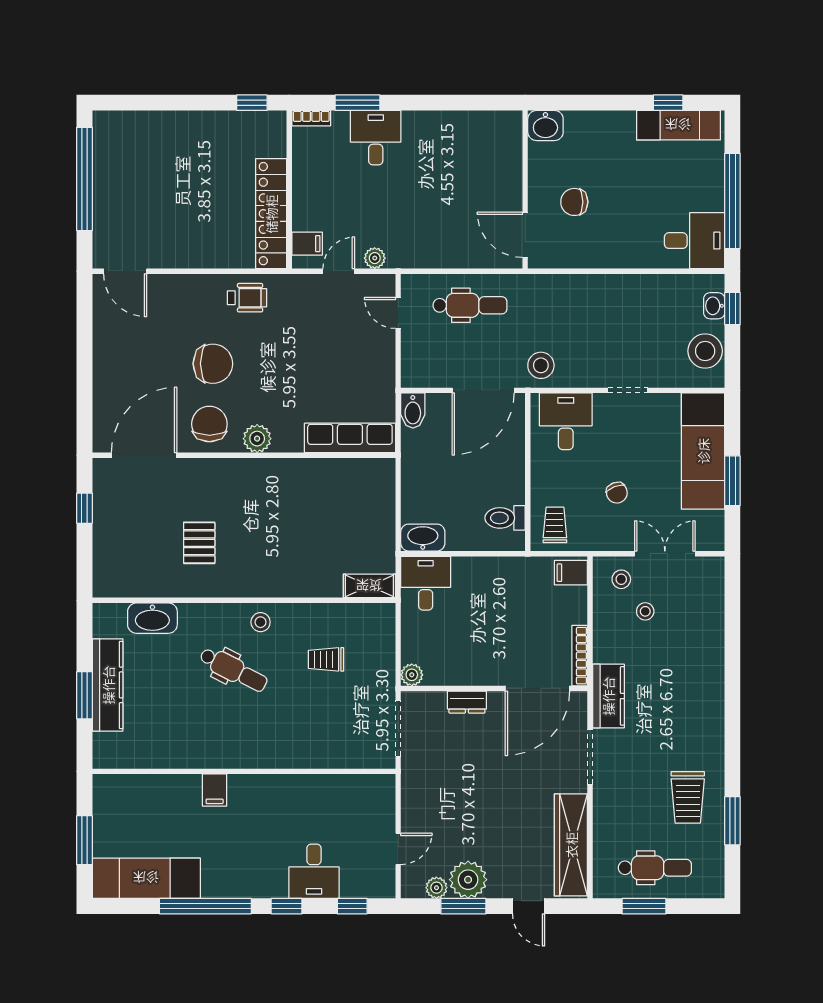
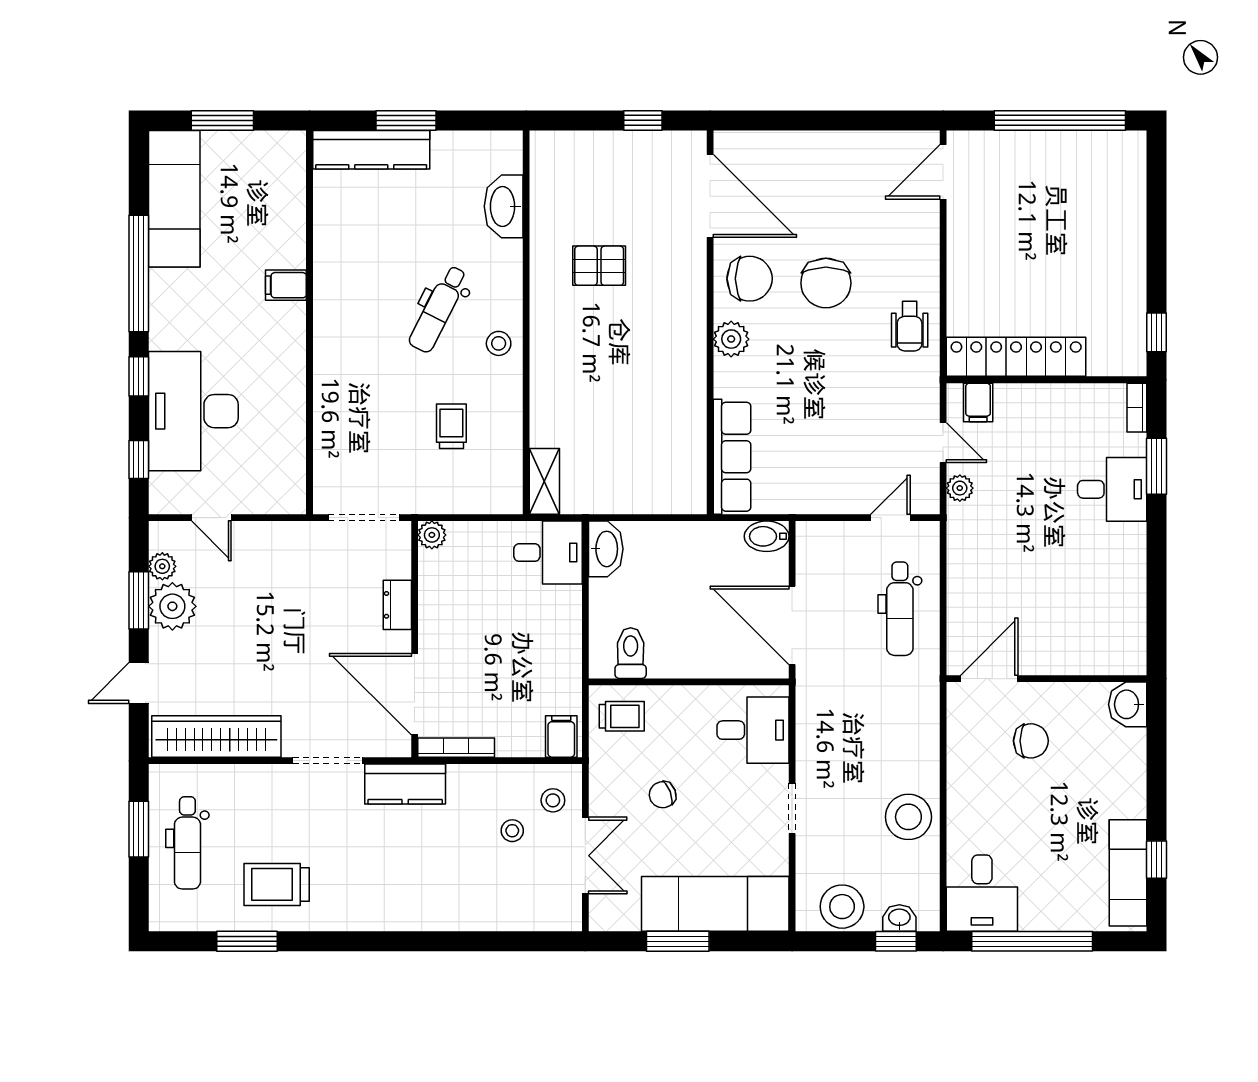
chair: (574, 202) -> (1031, 741), turned 90
stool: (541, 365) -> (908, 817), moved, width x1.38, depth x1.38
kitchen counter: (108, 685) -> (371, 150), moved
desk: (314, 871) -> (193, 411), width x1.87, depth x1.30

